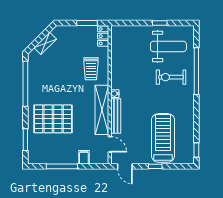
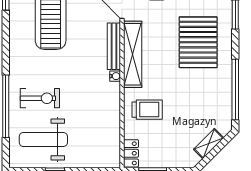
trolley: (91, 69) -> (147, 110), turned 90
pallet: (53, 119) -> (198, 42), turned 90

